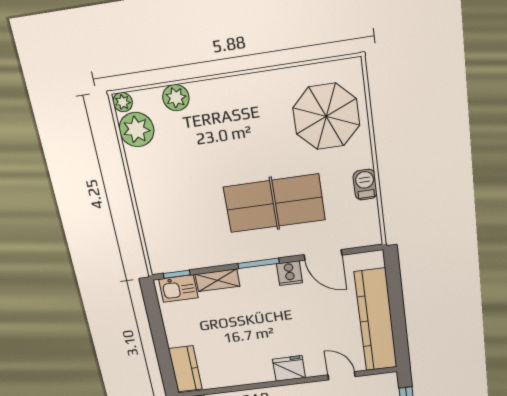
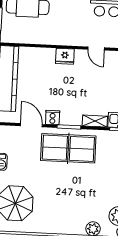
table tennis table: (274, 203) -> (68, 148), moved
door: (342, 376) -> (96, 48), moved

